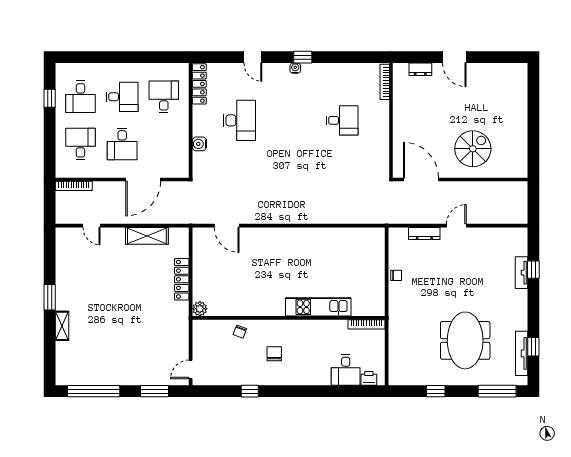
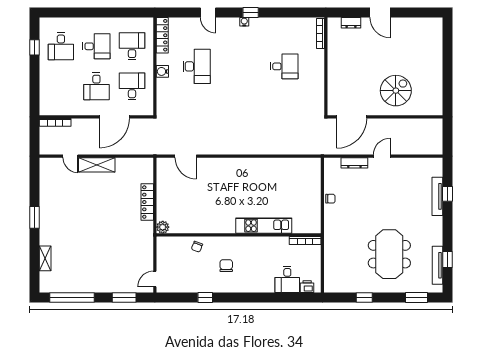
desk: (80, 144) -> (132, 86), moved
water cooler: (199, 144) -> (162, 71), moved
door: (421, 179) -> (352, 117), swing flipped
shelving: (147, 236) -> (97, 165), moved
tv unit: (522, 273) -> (437, 196), width x1.41
shelving: (62, 326) -> (45, 258), moved
window: (497, 391) -> (417, 297), width x0.69

